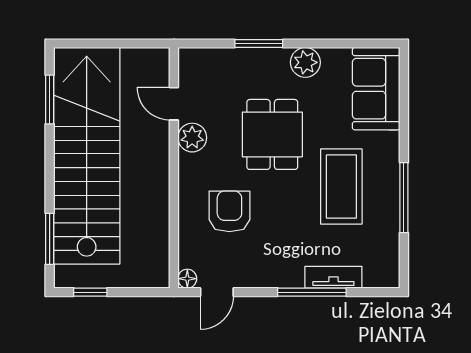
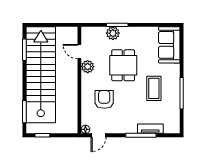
plant: (305, 62) -> (113, 33), moved
coffee table: (341, 187) -> (154, 88), width x0.73, depth x0.76

